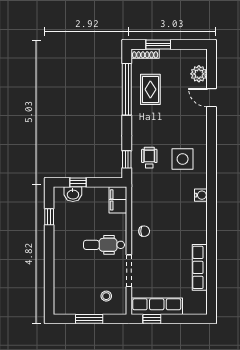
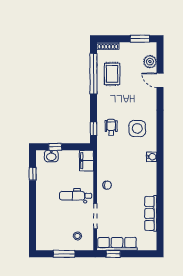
window: (158, 45) -> (140, 39), moved

